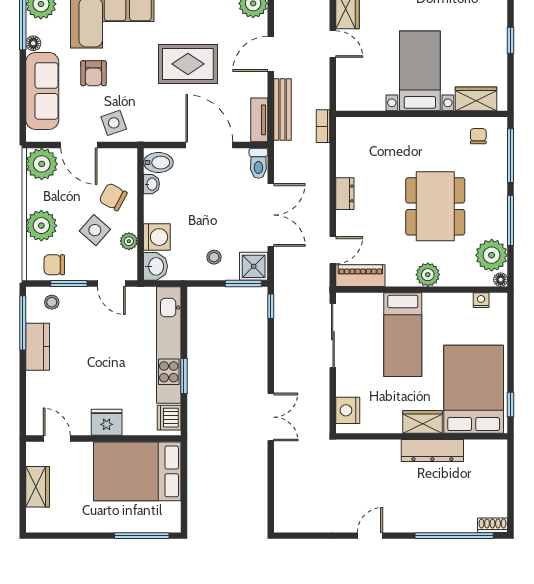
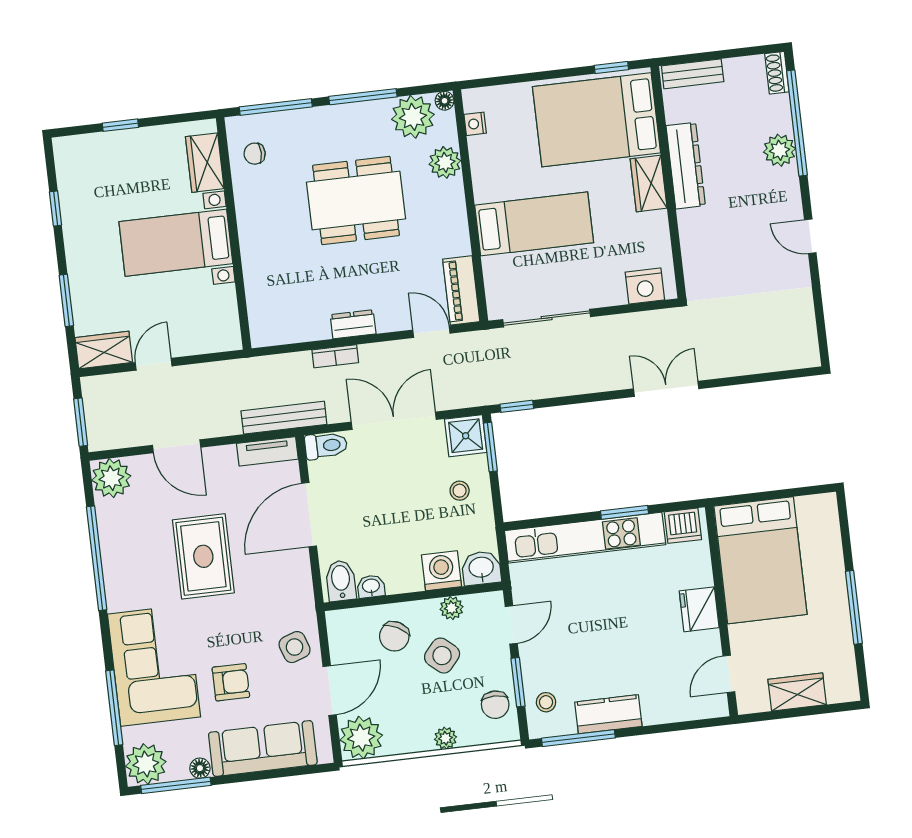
bench: (283, 109) -> (284, 418), moved
bookcase: (323, 126) -> (335, 356), moved
plant: (41, 226) -> (445, 738), width x0.53, depth x0.53
plant: (428, 275) -> (445, 162), moved
bench: (499, 463) -> (693, 74), added
plant: (436, 521) -> (779, 150), added
window: (142, 536) -> (854, 607), moved

